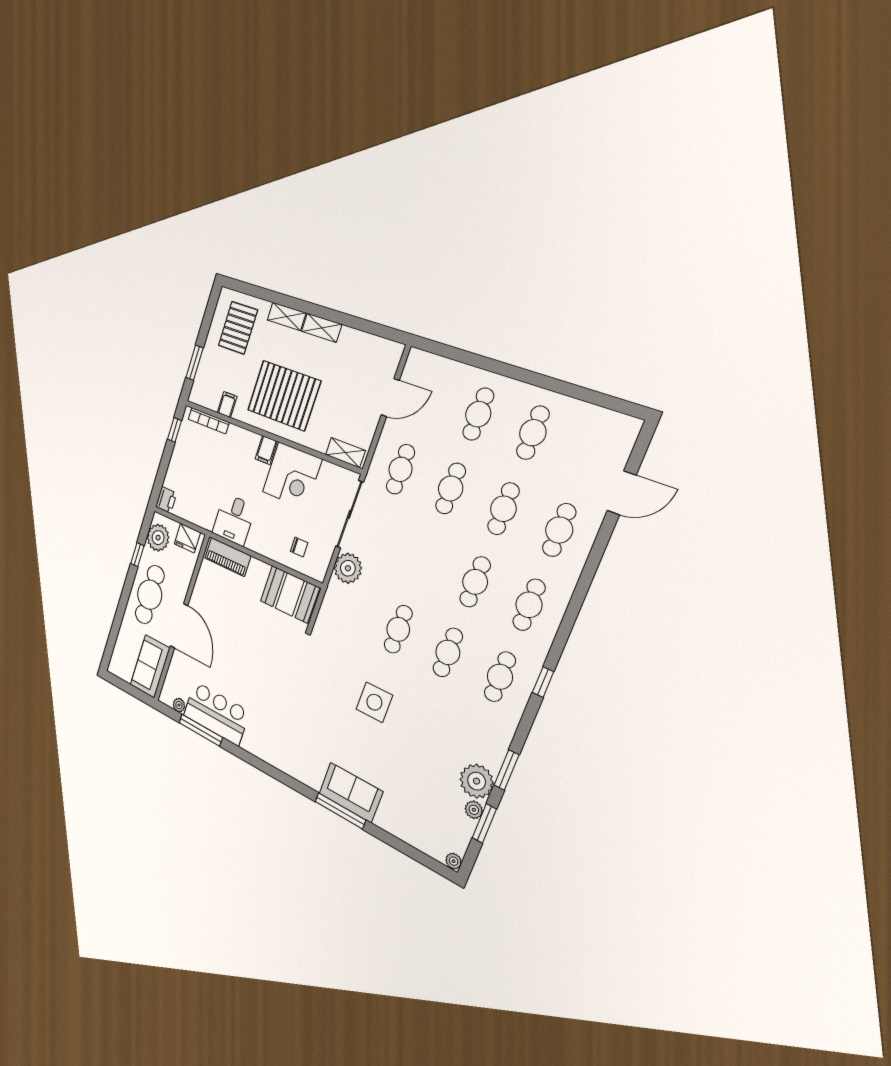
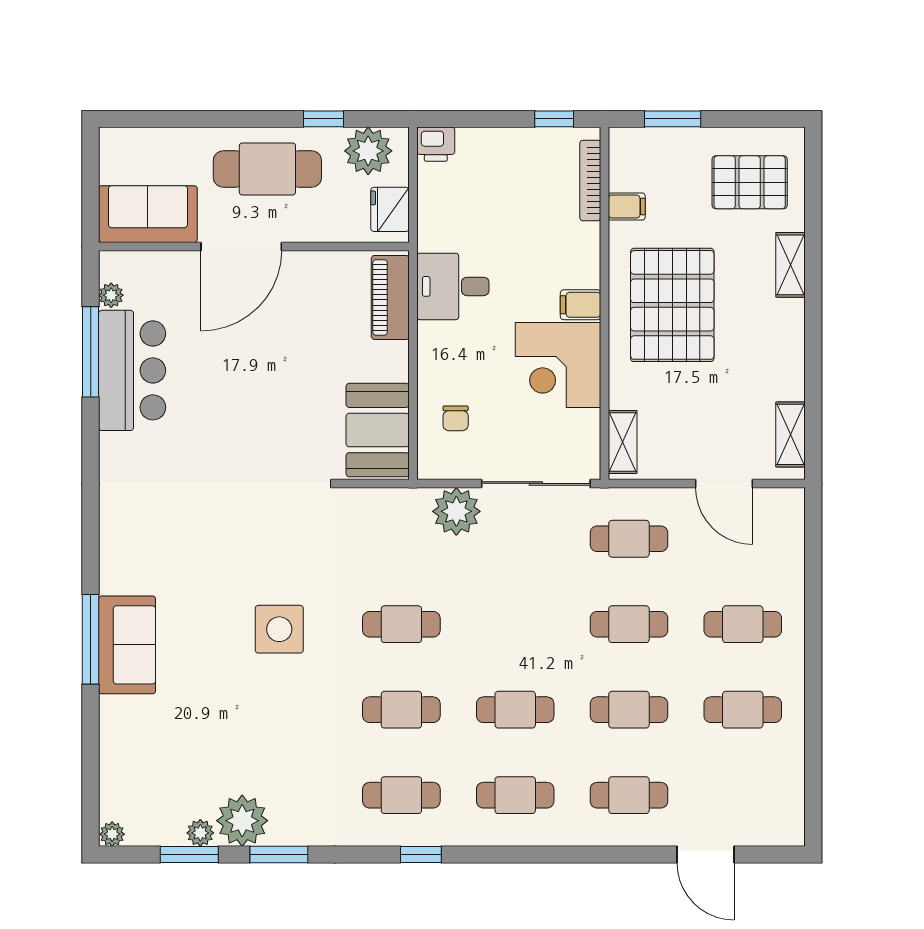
shelving: (322, 328) -> (791, 434), moved

